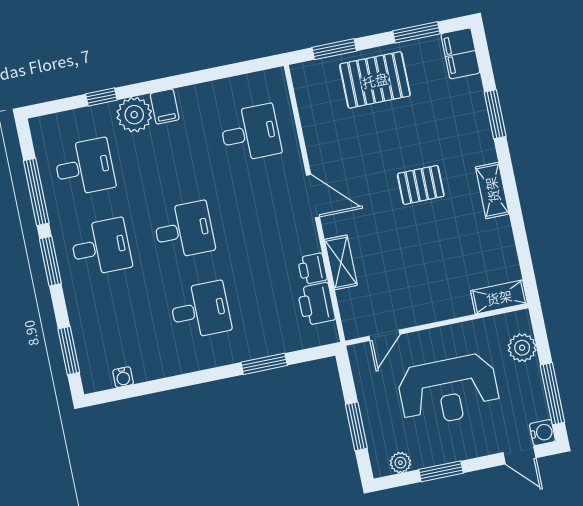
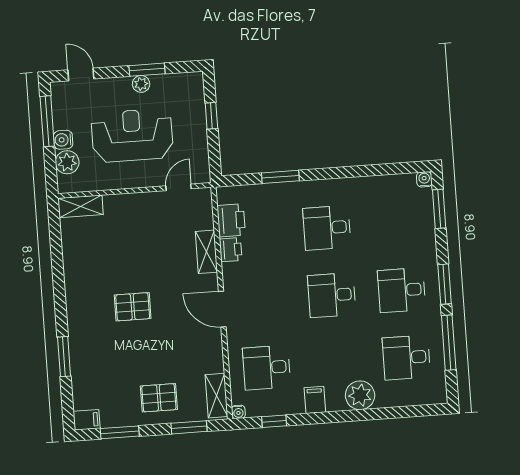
filing cabinet: (460, 53) -> (87, 420), width x0.50
water cooler: (277, 75) -> (238, 412), added
pallet: (375, 80) -> (159, 398), width x0.67, depth x0.71
window: (101, 97) -> (274, 421), moved
filing cabinet: (165, 107) -> (315, 400), moved
shelving: (492, 190) -> (217, 396), moved
water cooler: (123, 377) -> (424, 179), moved
window: (356, 426) -> (211, 116), width x0.67
water cooler: (542, 433) -> (63, 140), moved
plant: (400, 463) -> (141, 84), moved

